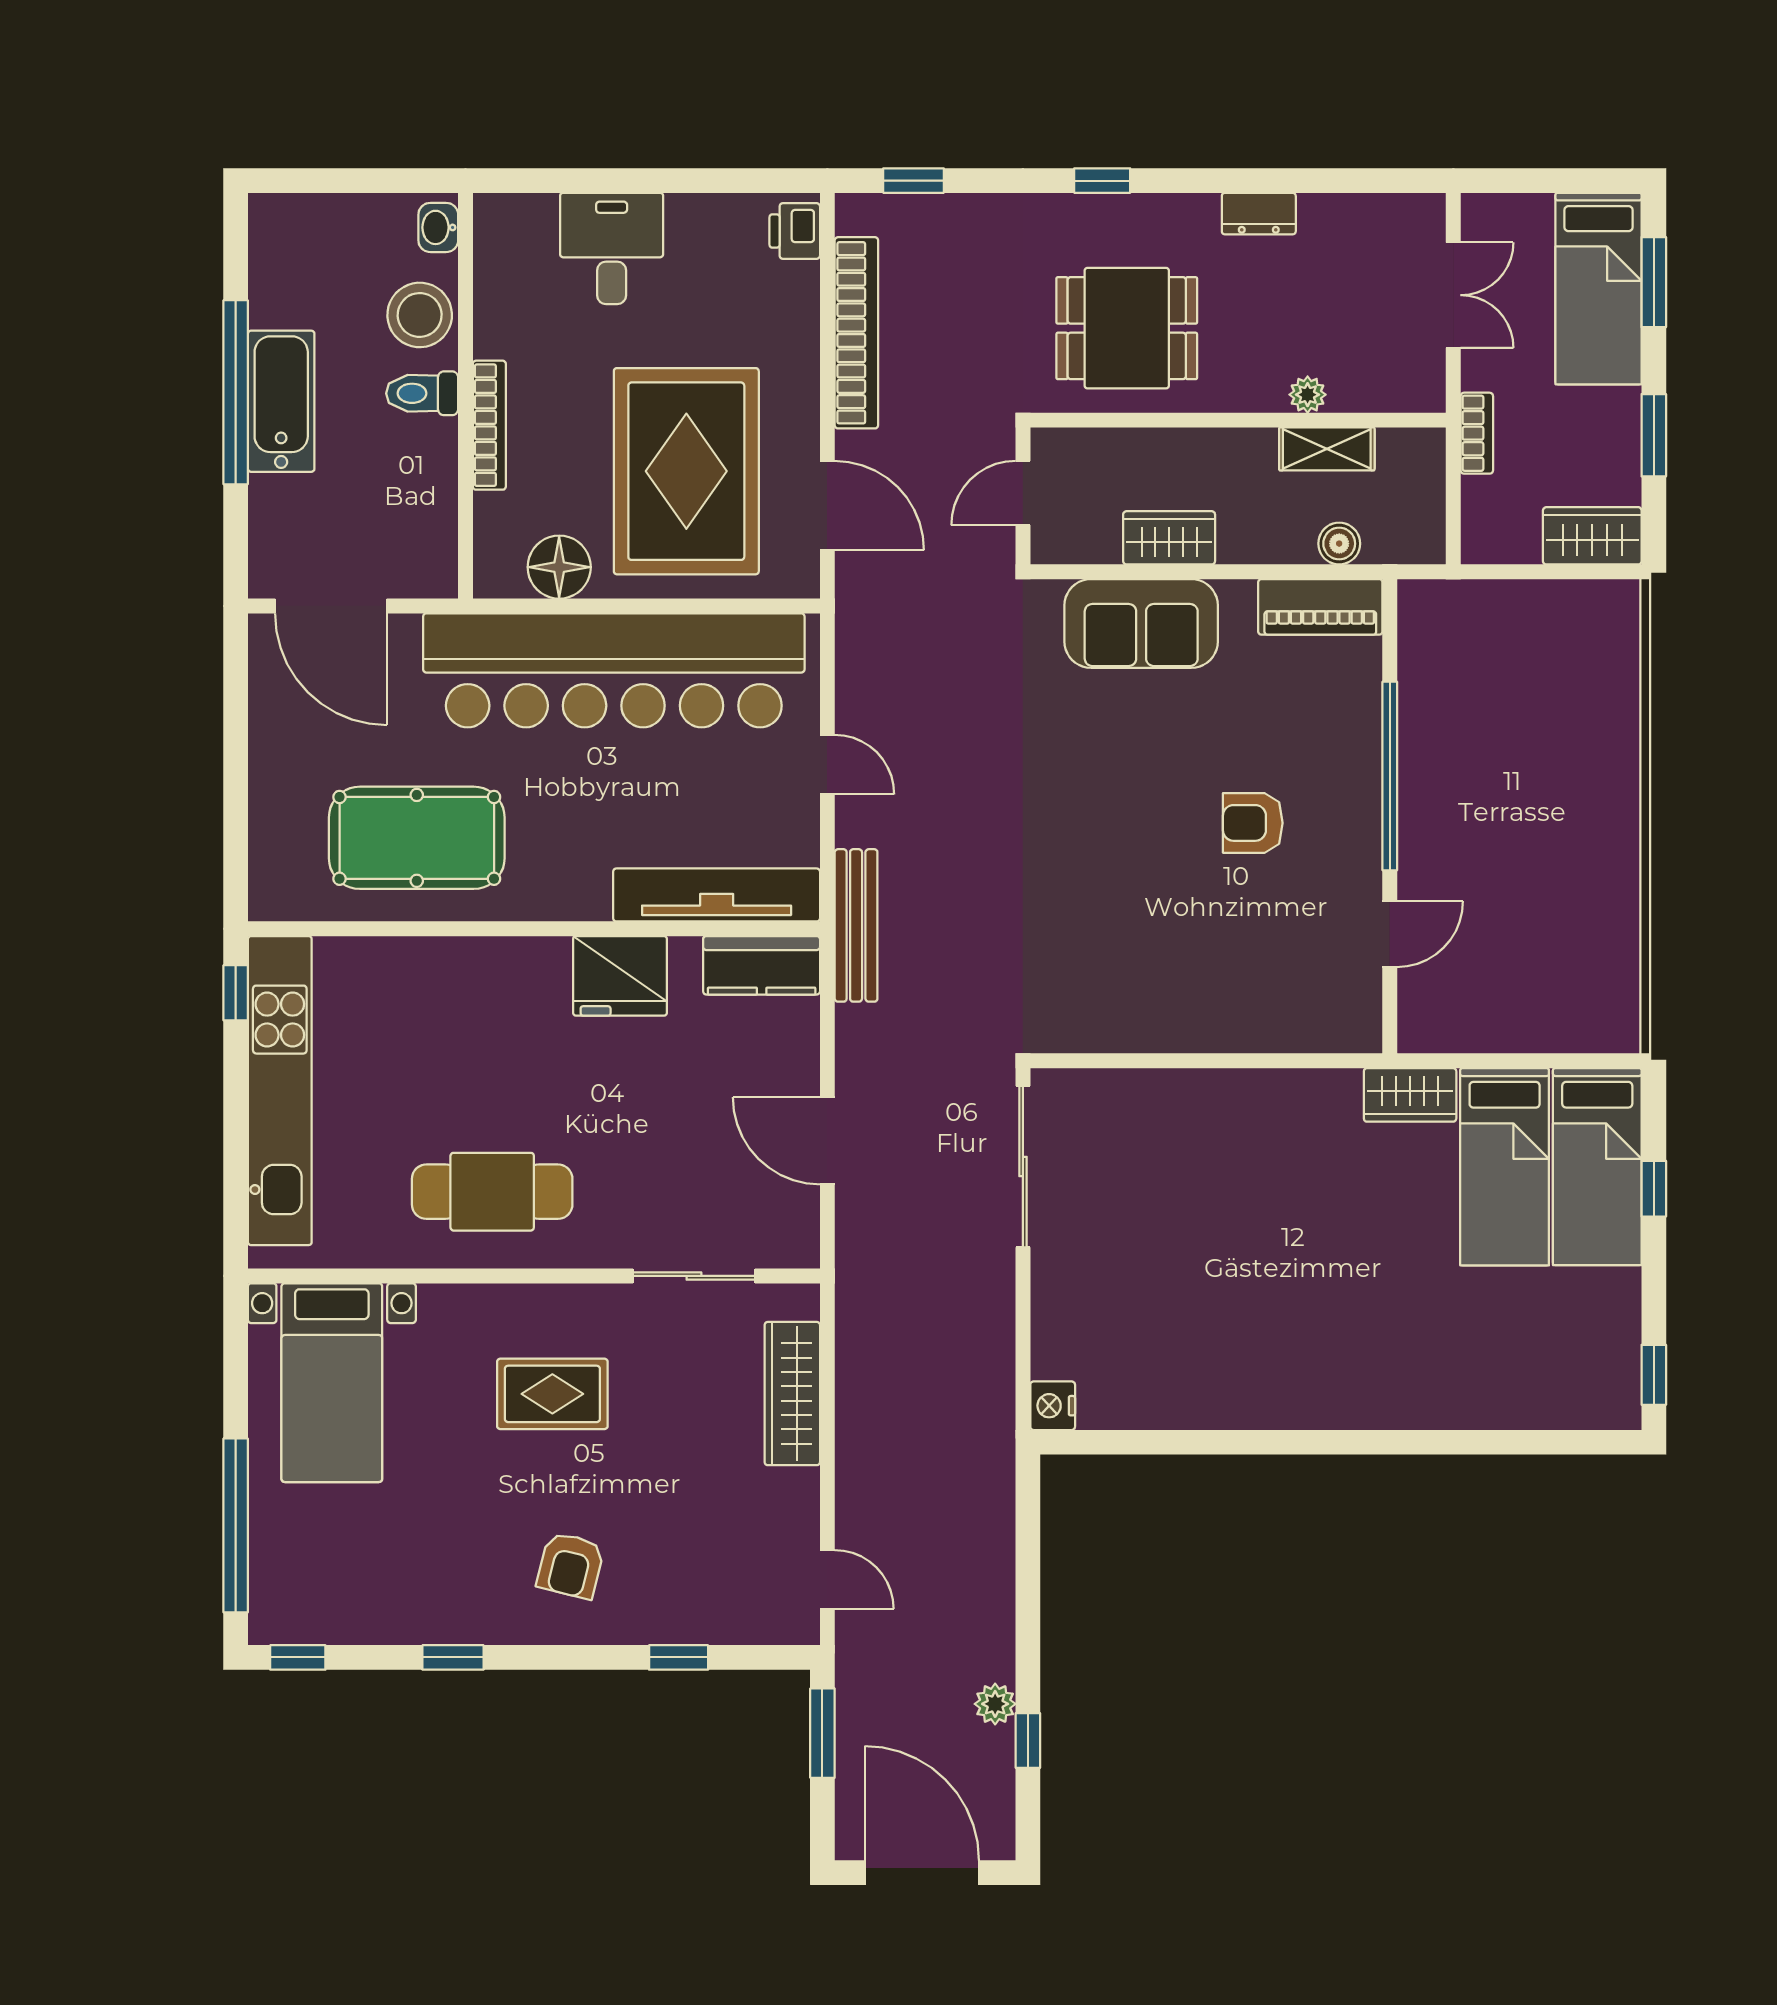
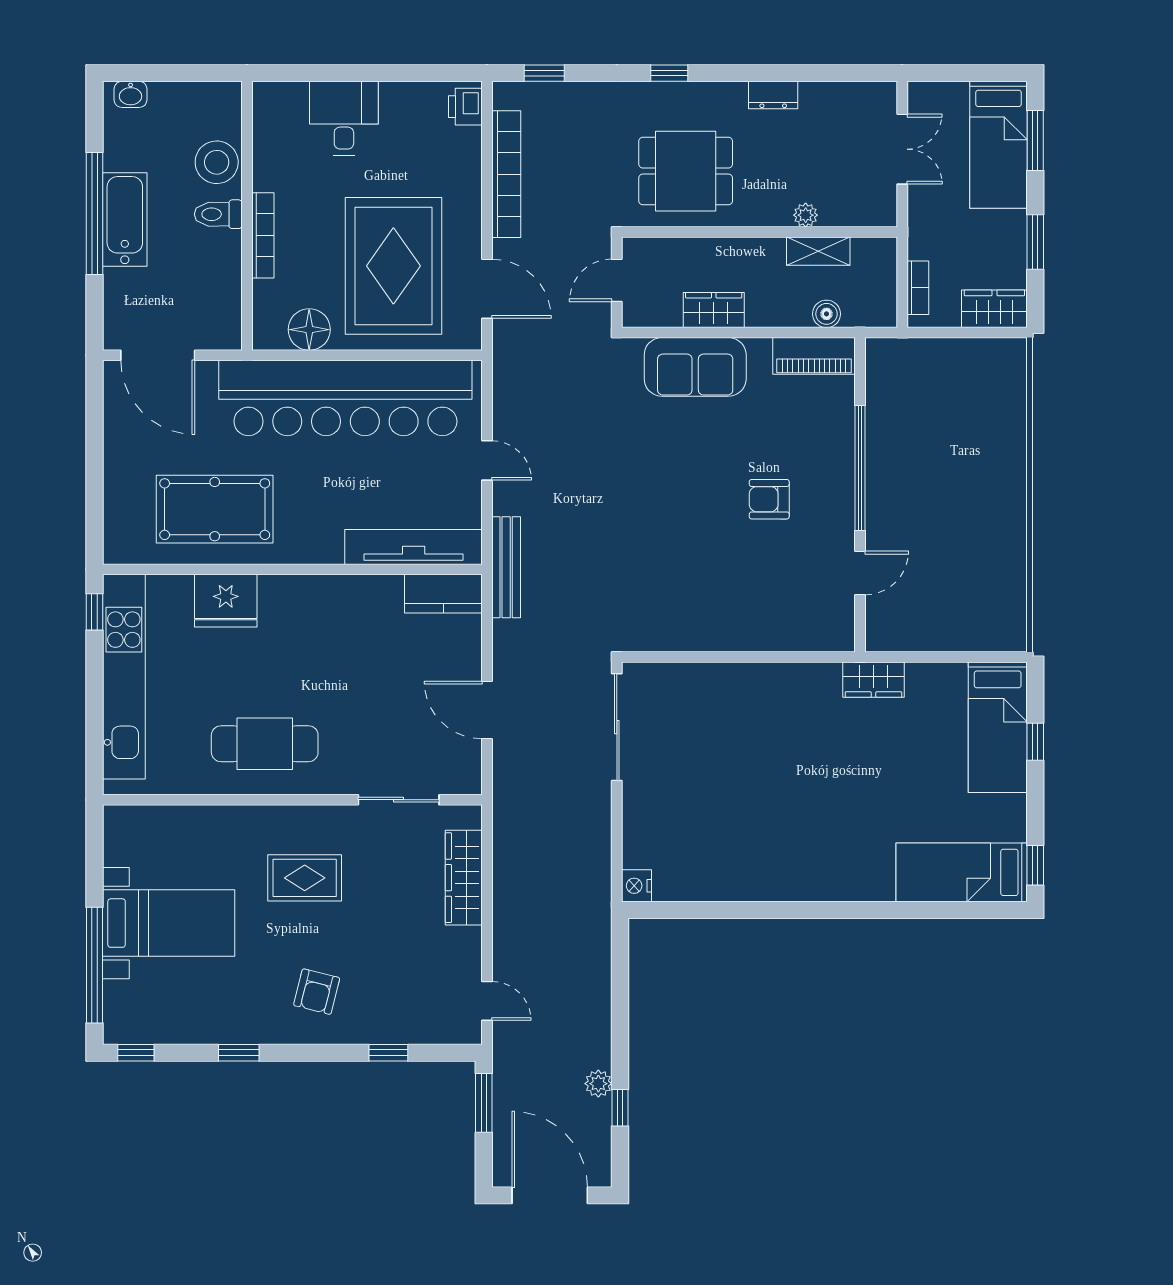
washbasin: (438, 227) -> (131, 94), moved, turned -90
bookcase: (1477, 433) -> (918, 288), moved
fridge: (620, 976) -> (226, 601), moved
bed: (1505, 1167) -> (962, 872), moved, turned 90
bed with nightstands: (332, 1383) -> (169, 923), moved, turned -90

